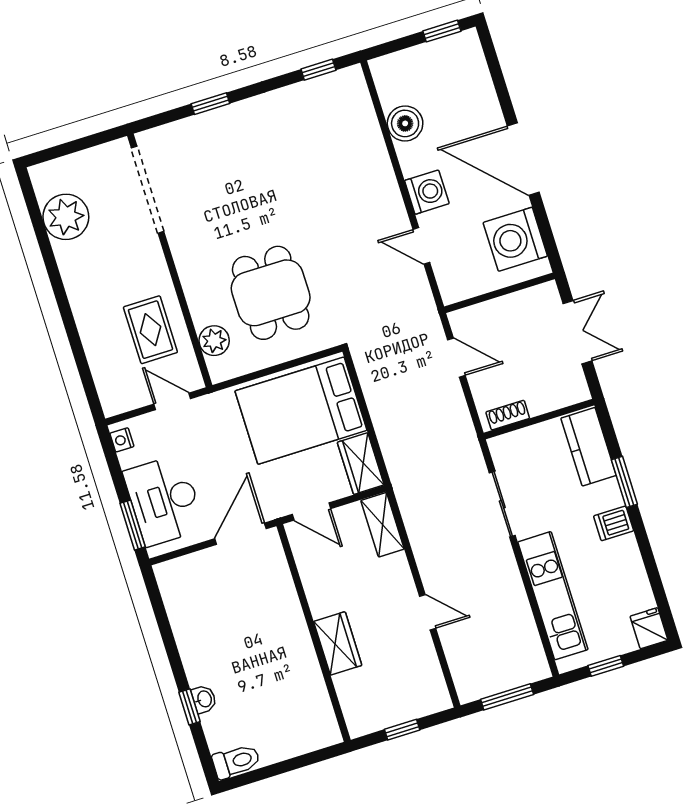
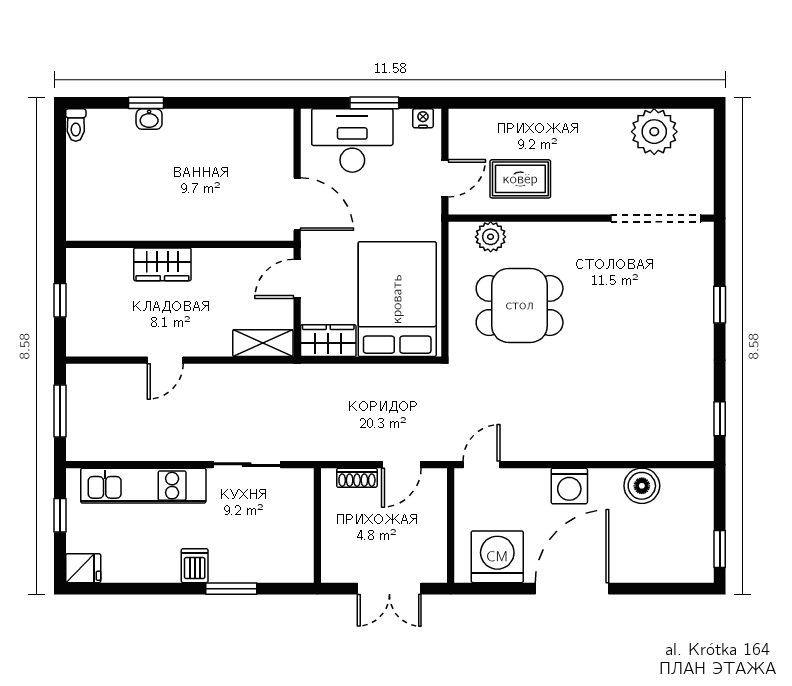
door: (421, 246) -> (481, 465), moved
shoe rack: (508, 415) -> (357, 478), moved, turned 90
kitchen counter: (589, 447) -> (276, 565), removed
window: (133, 525) -> (374, 103), moved
toilet: (236, 761) -> (76, 125), width x0.73, depth x0.72

